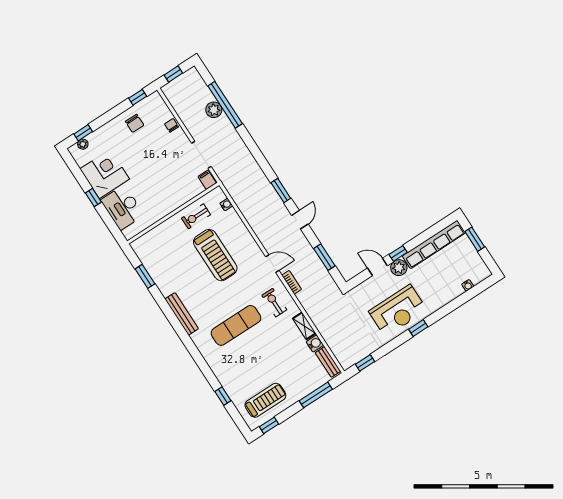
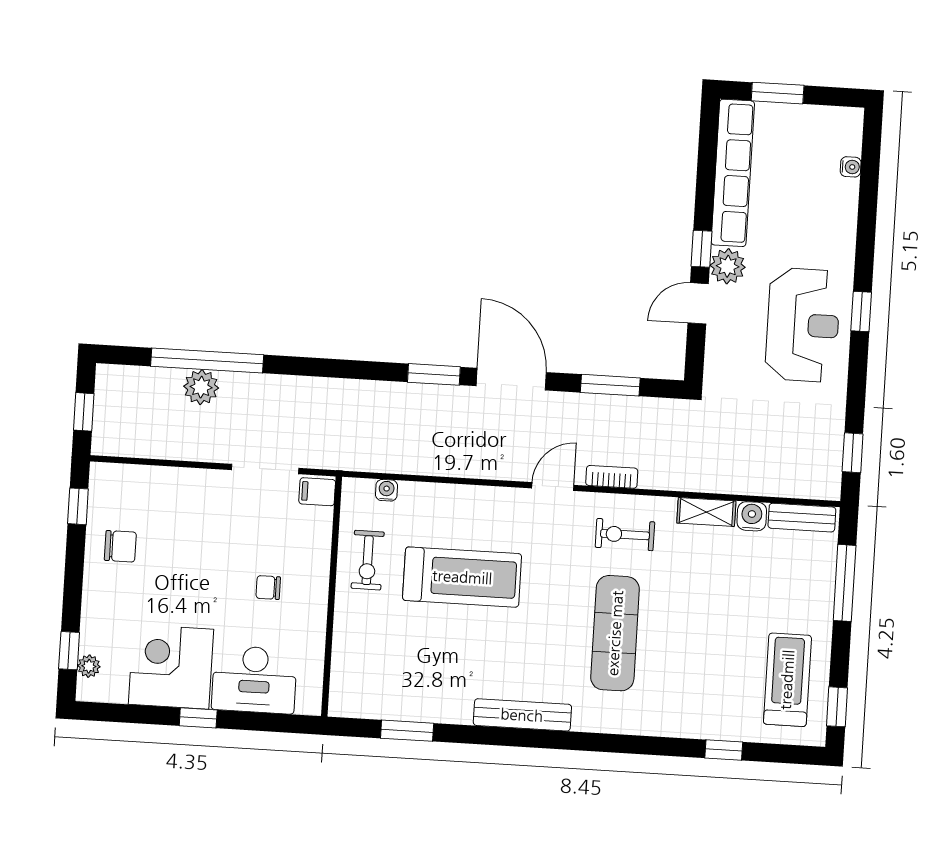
chair: (172, 125) -> (268, 588), moved
door: (300, 220) -> (511, 379), width x1.88

